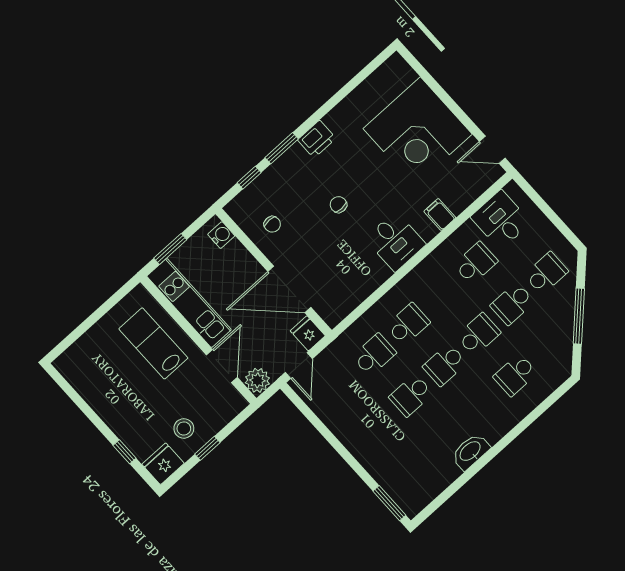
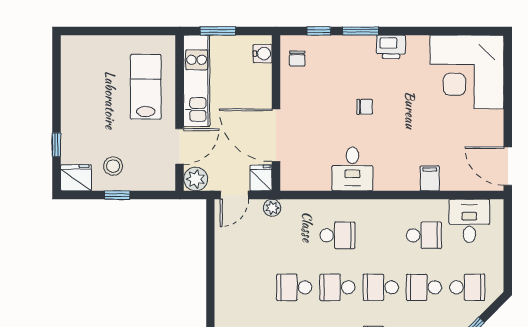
corner desk: (418, 131) -> (467, 72), moved
door: (492, 150) -> (508, 166), width x1.38
chair: (338, 205) -> (365, 107), turned 90
chair: (272, 224) -> (297, 59), moved
desk: (395, 241) -> (352, 169), moved
school desk: (479, 334) -> (381, 287), turned 180
plant: (338, 349) -> (272, 208), added
school desk: (374, 355) -> (294, 235), removed

